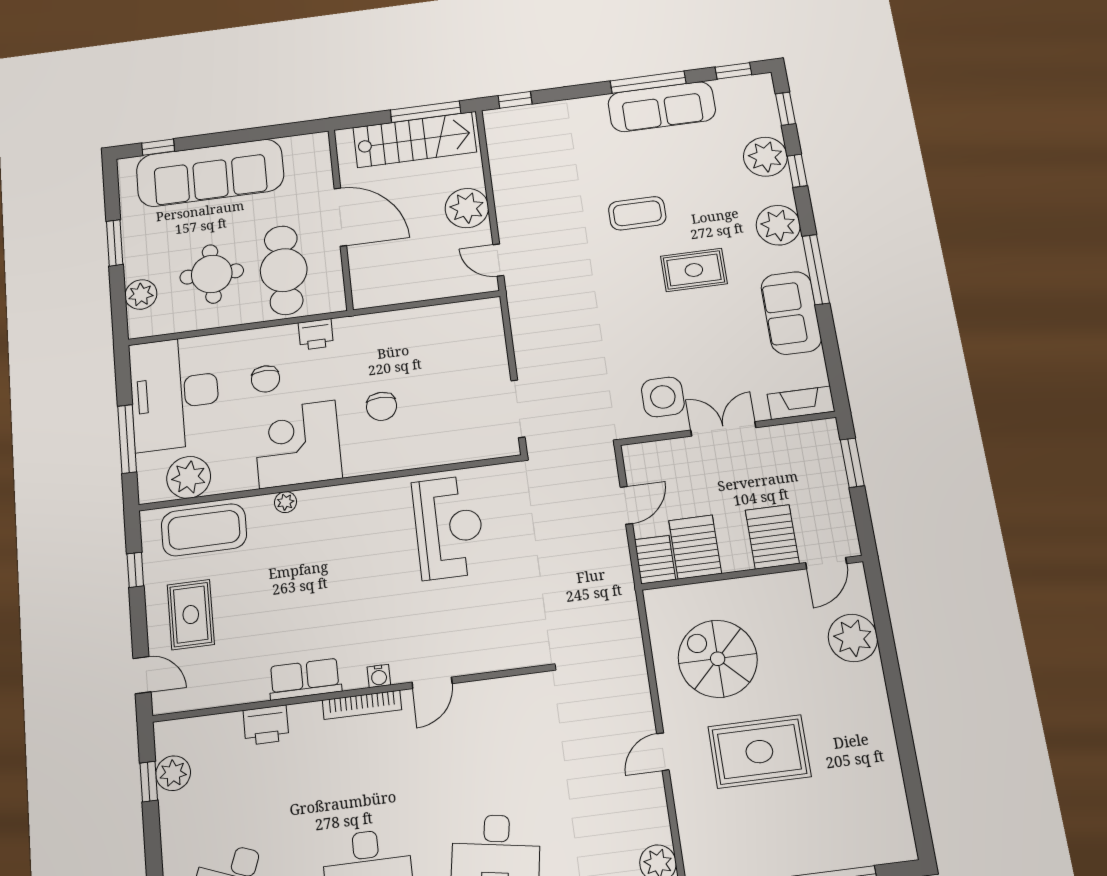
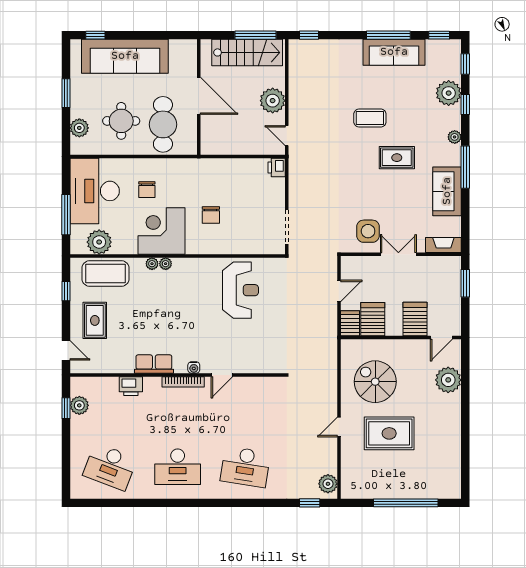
plant: (778, 225) -> (455, 137), width x0.53, depth x0.53
printer: (316, 334) -> (277, 168), moved, turned 90
plant: (310, 499) -> (166, 264), added

